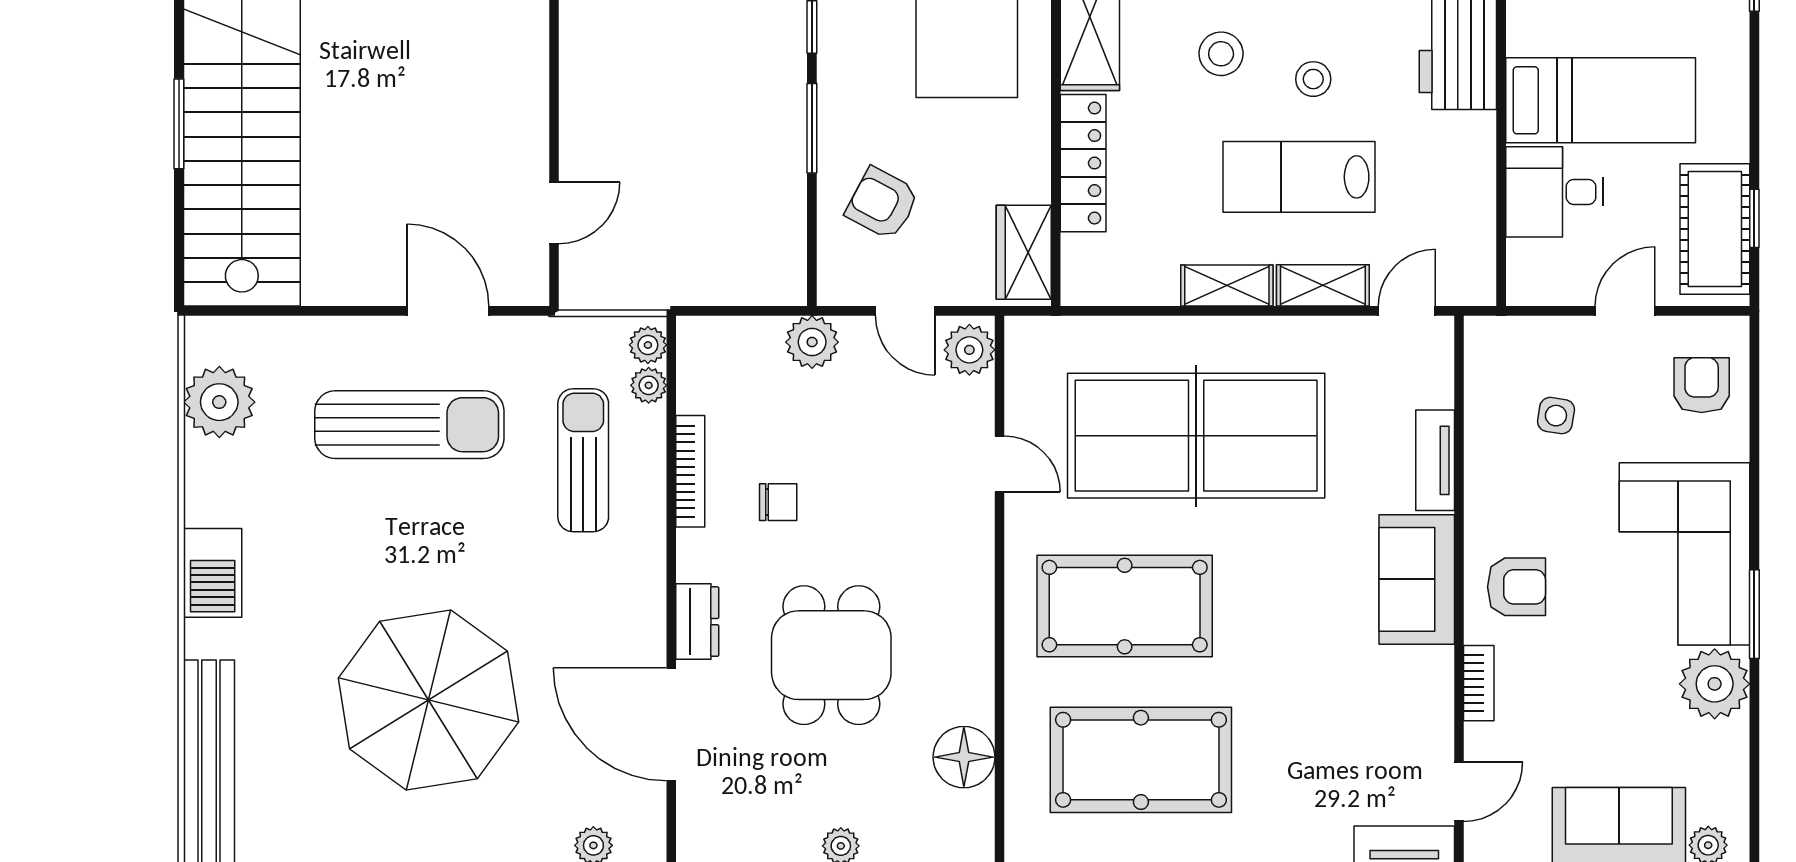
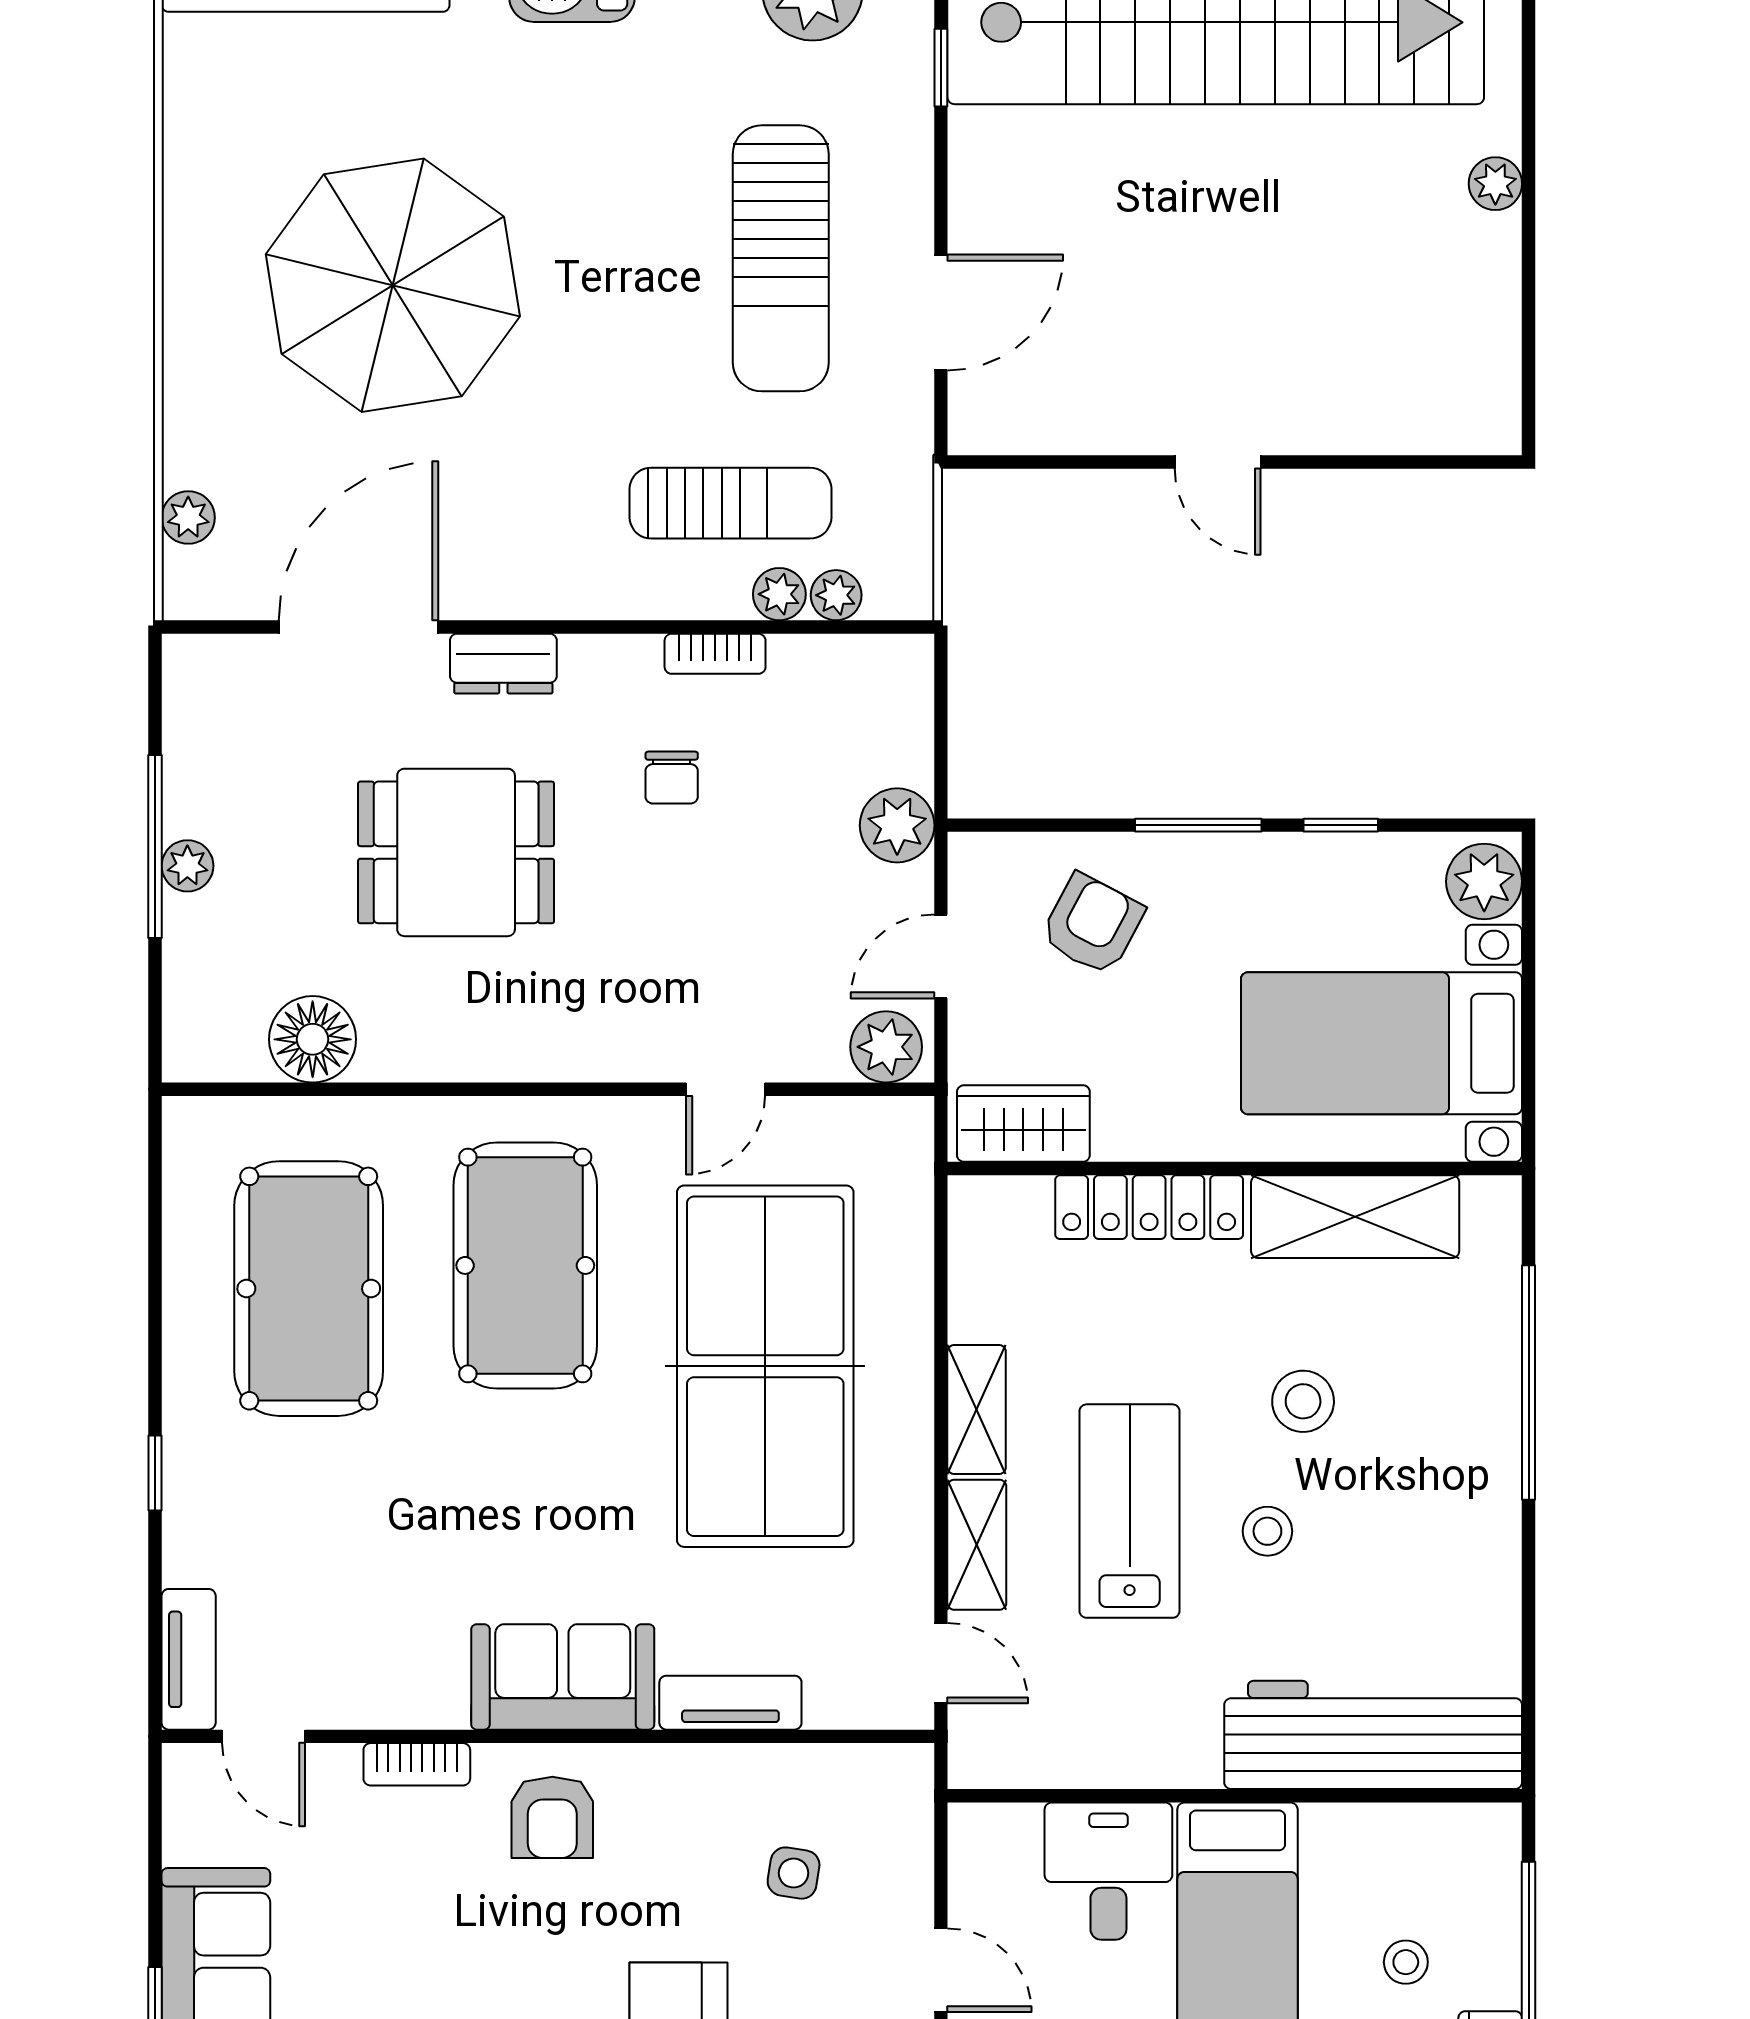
door: (554, 213) -> (1218, 462), moved
window: (274, 311) -> (941, 68), added
plant: (648, 345) -> (779, 594), moved
bookcase: (690, 471) -> (715, 654), width x0.64

